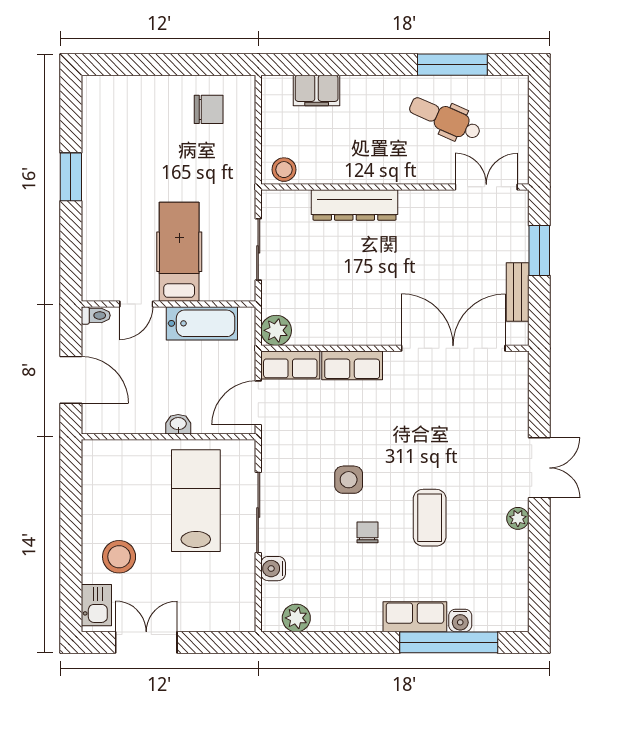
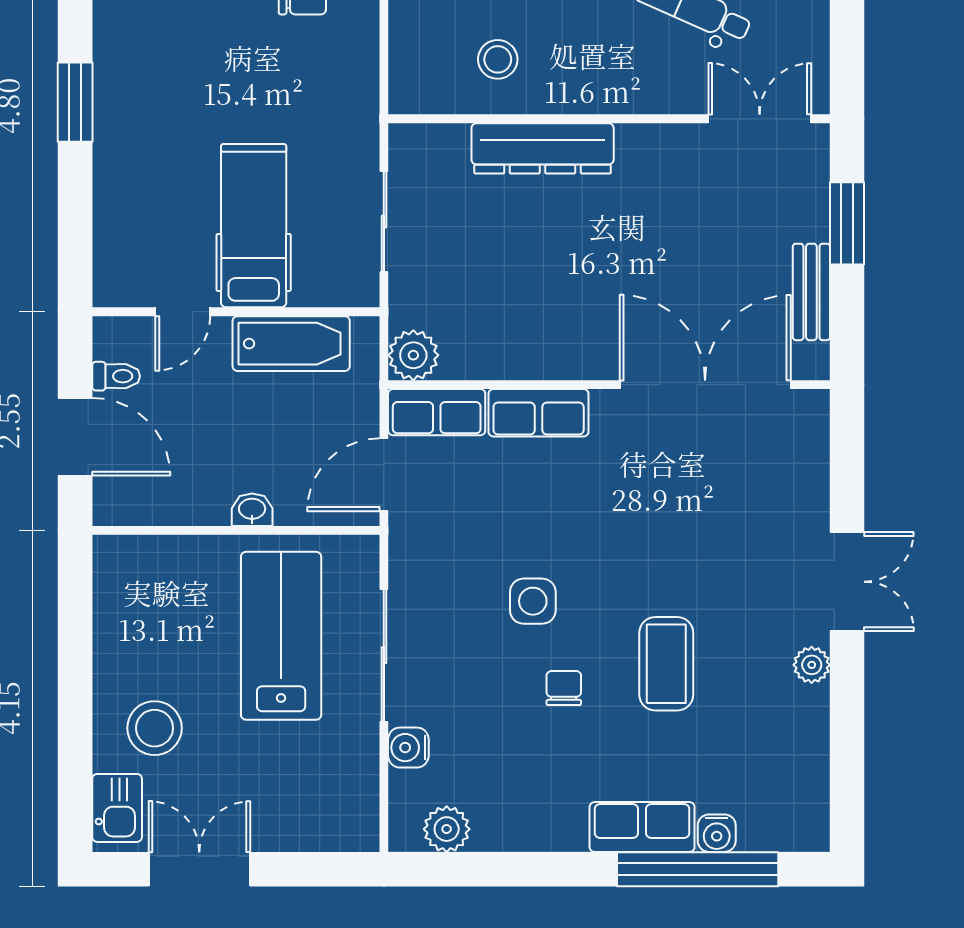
stool: (284, 170) -> (498, 59), moved
toilet: (96, 315) -> (116, 376), moved

